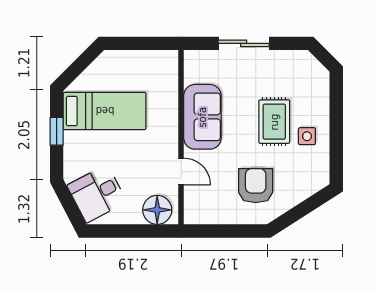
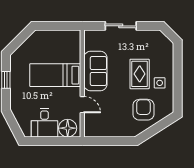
bed: (105, 111) -> (55, 75), moved, turned 180
armchair: (256, 186) -> (143, 110), moved
desk: (97, 194) -> (44, 123), moved, turned -62

